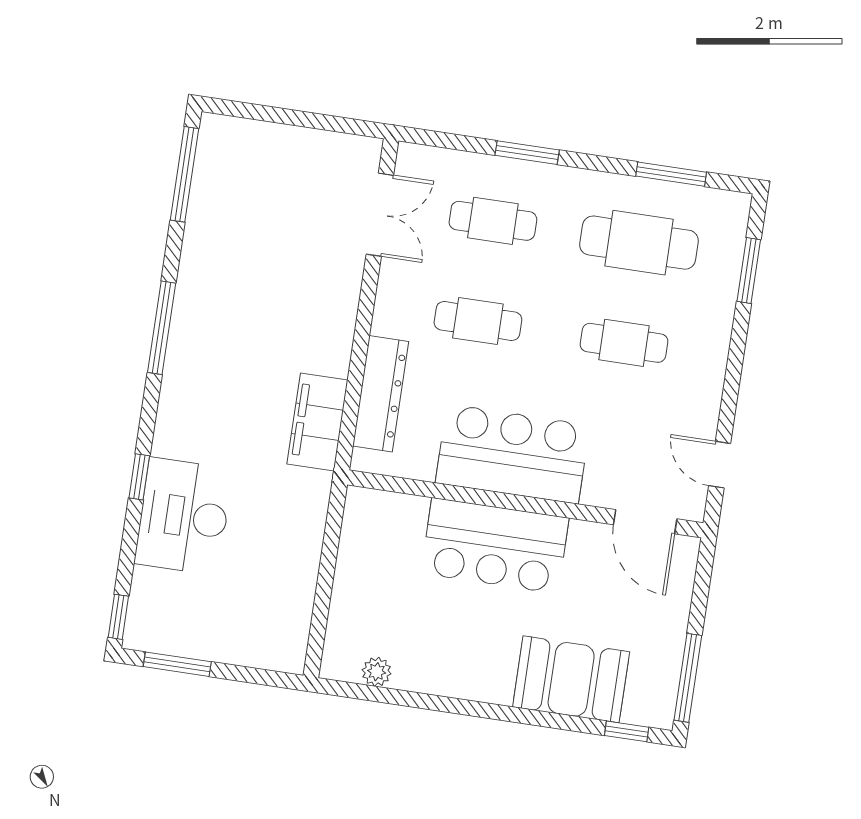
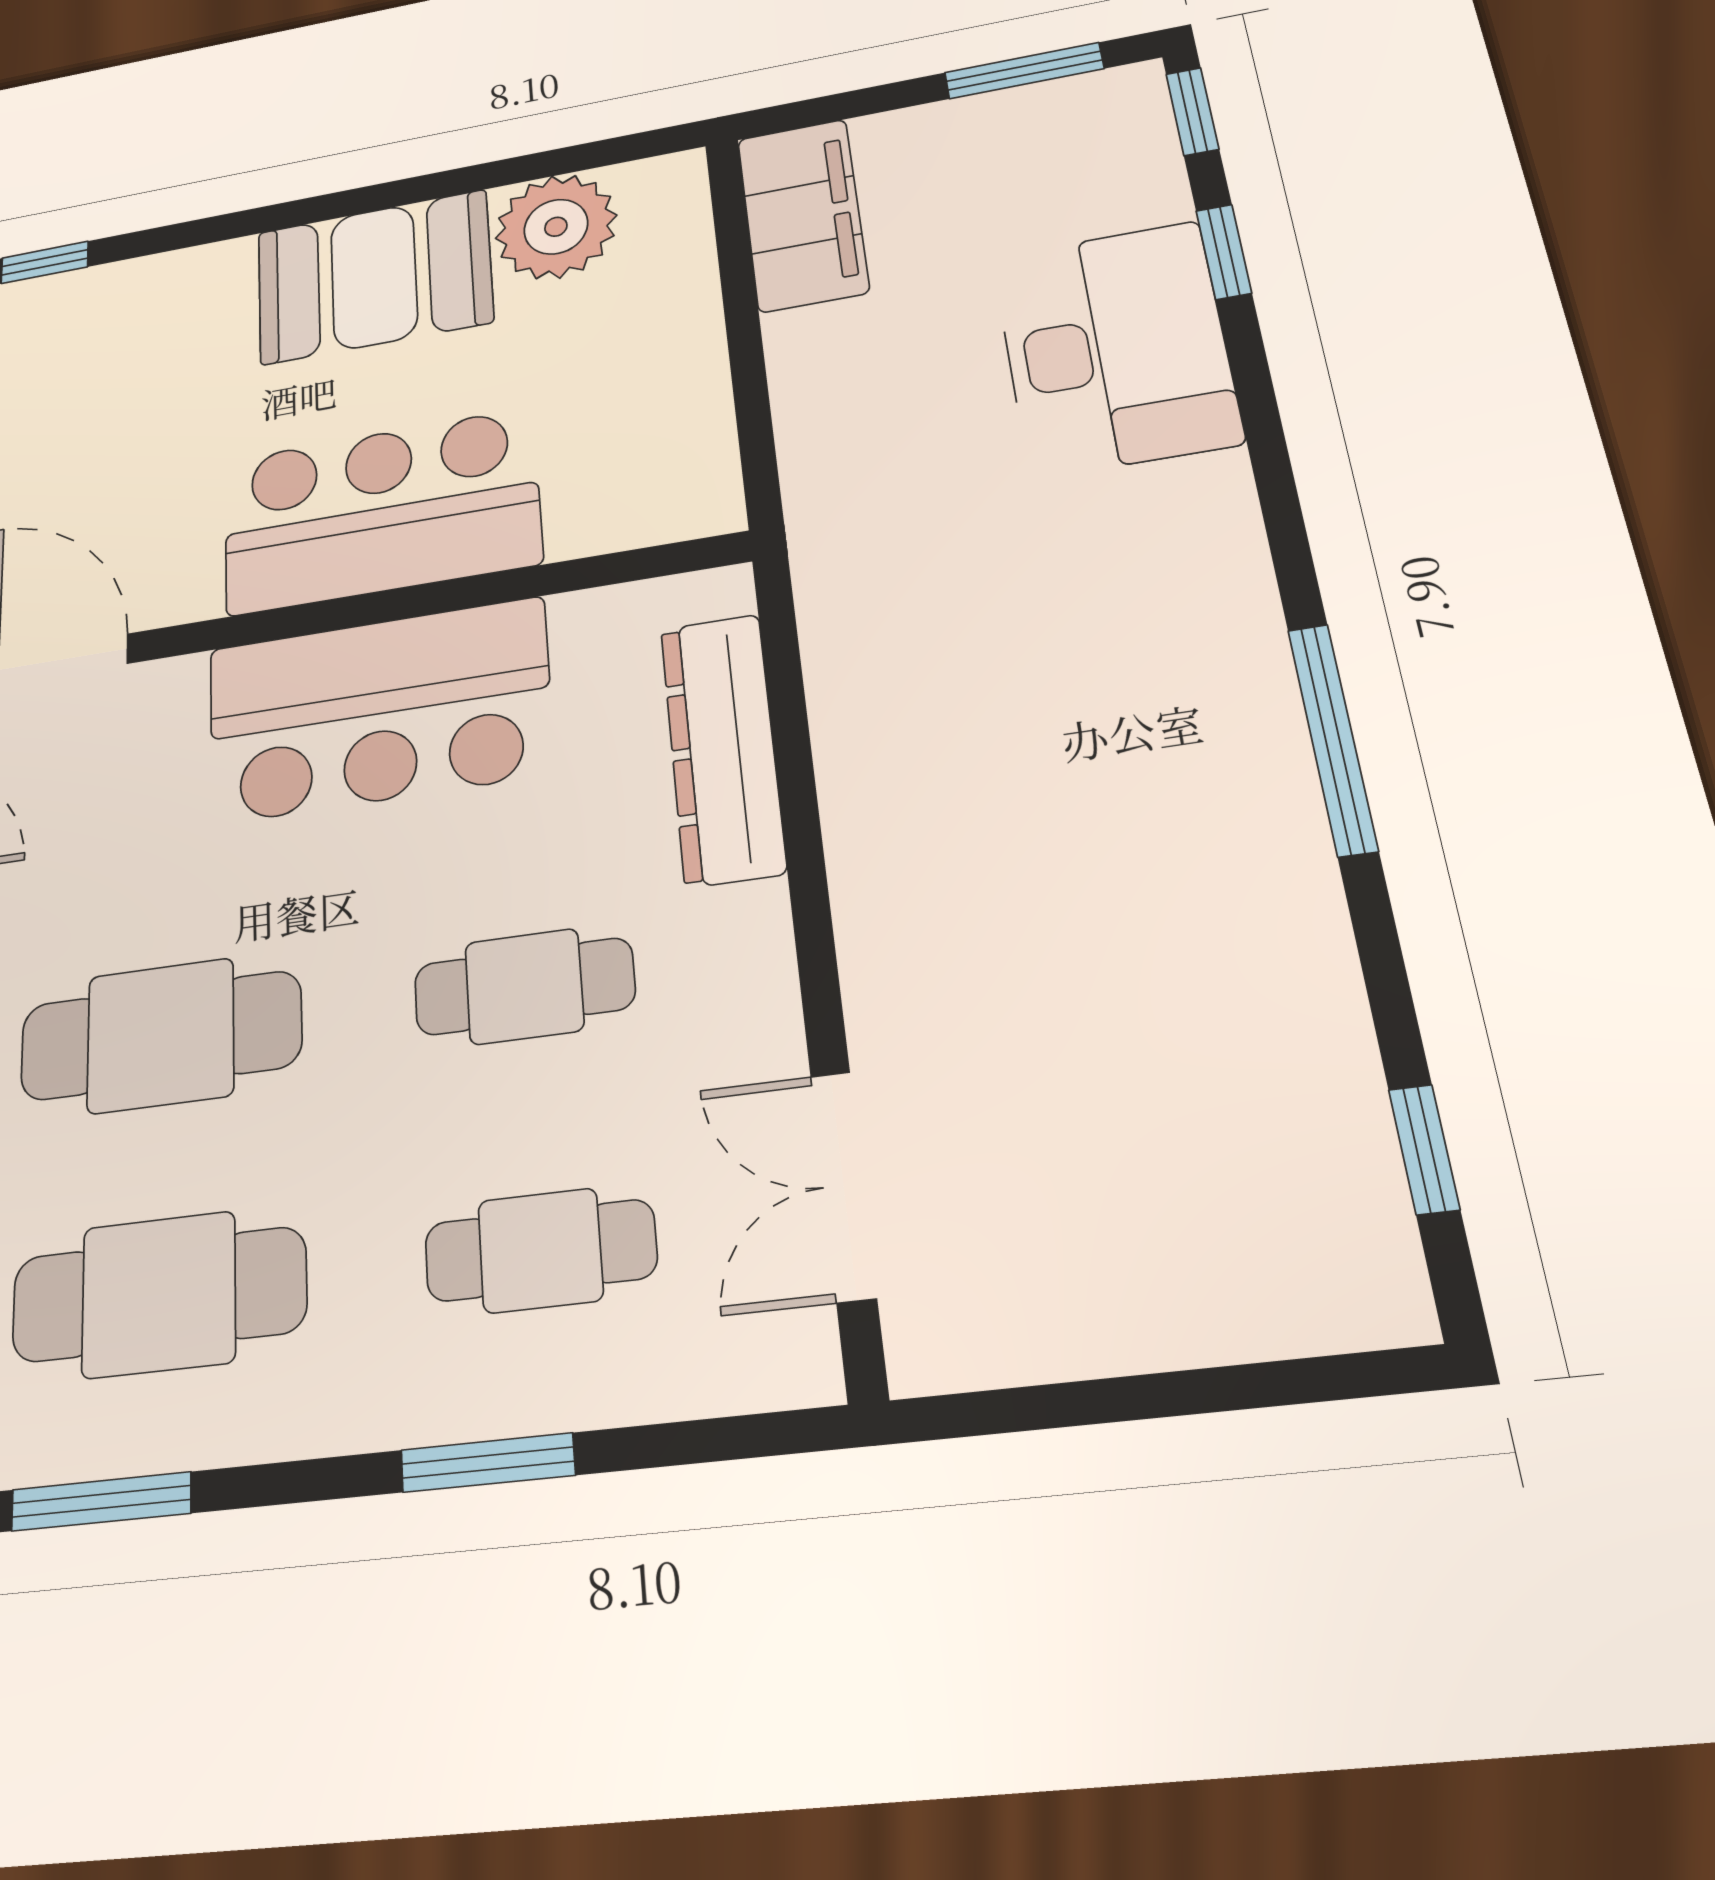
window: (185, 174) -> (1424, 1149), width x0.46
cafe table: (624, 343) -> (160, 1036), width x1.37, depth x1.35
filing cabinet: (317, 422) -> (803, 215), moved
window: (139, 477) -> (1224, 252), moved
plant: (377, 672) -> (556, 227), width x1.87, depth x1.87
booth: (571, 679) -> (374, 277), moved

